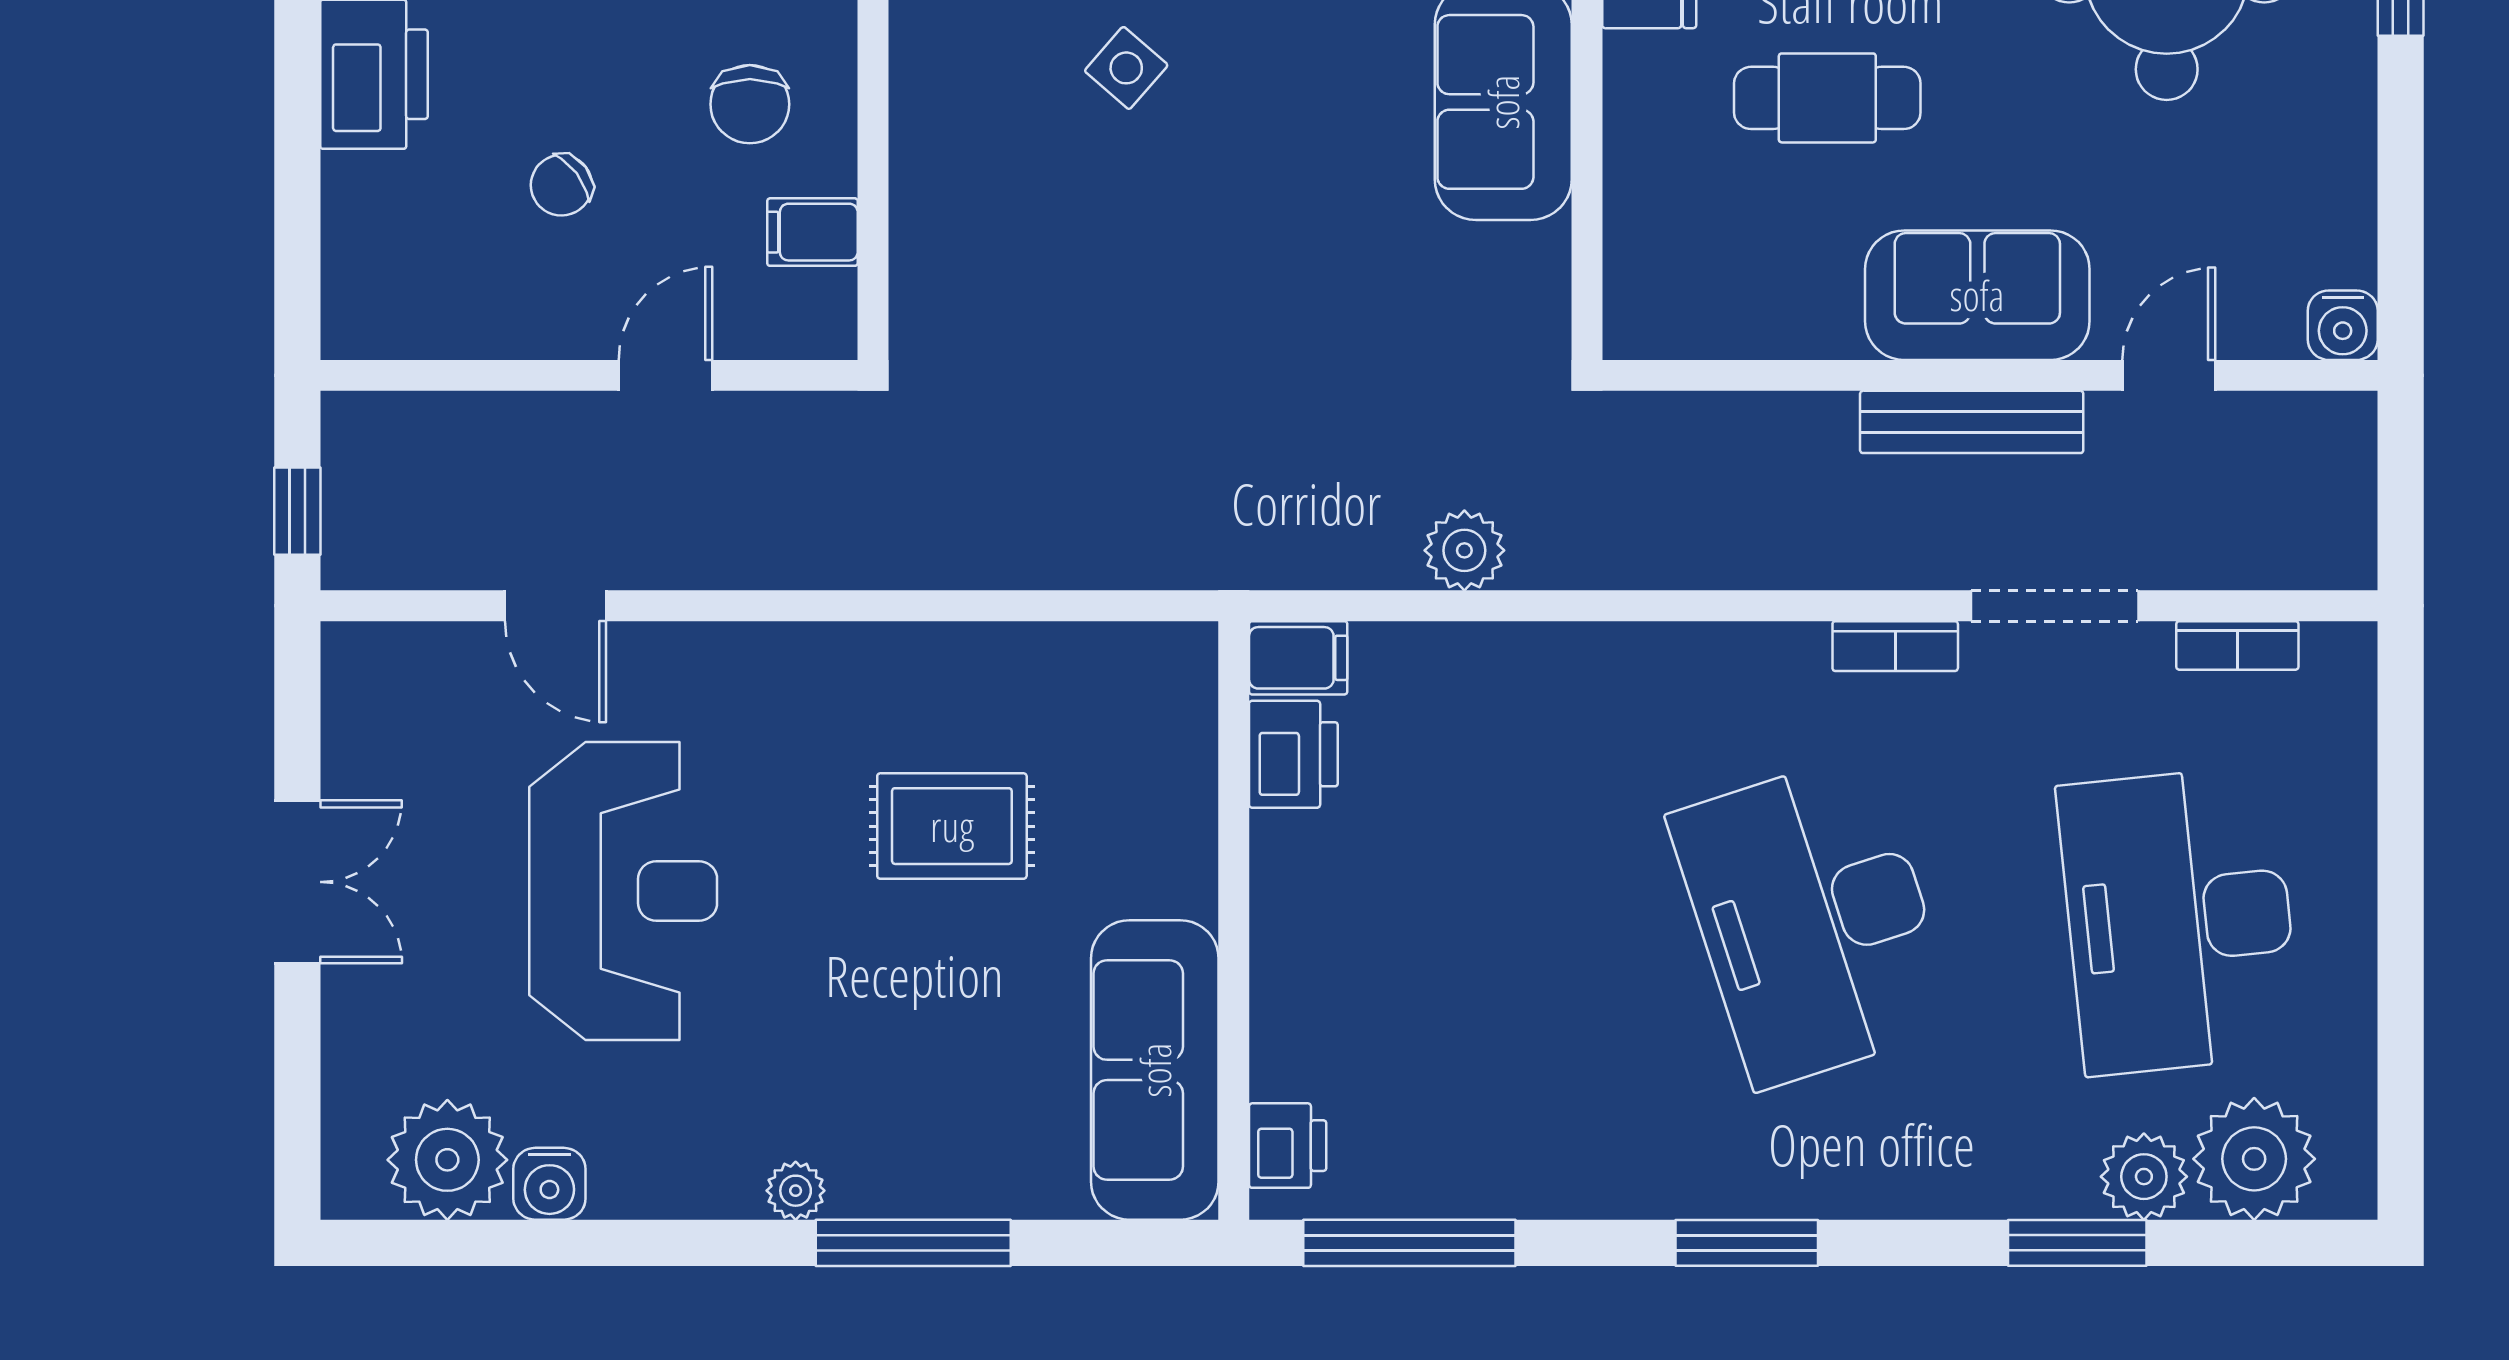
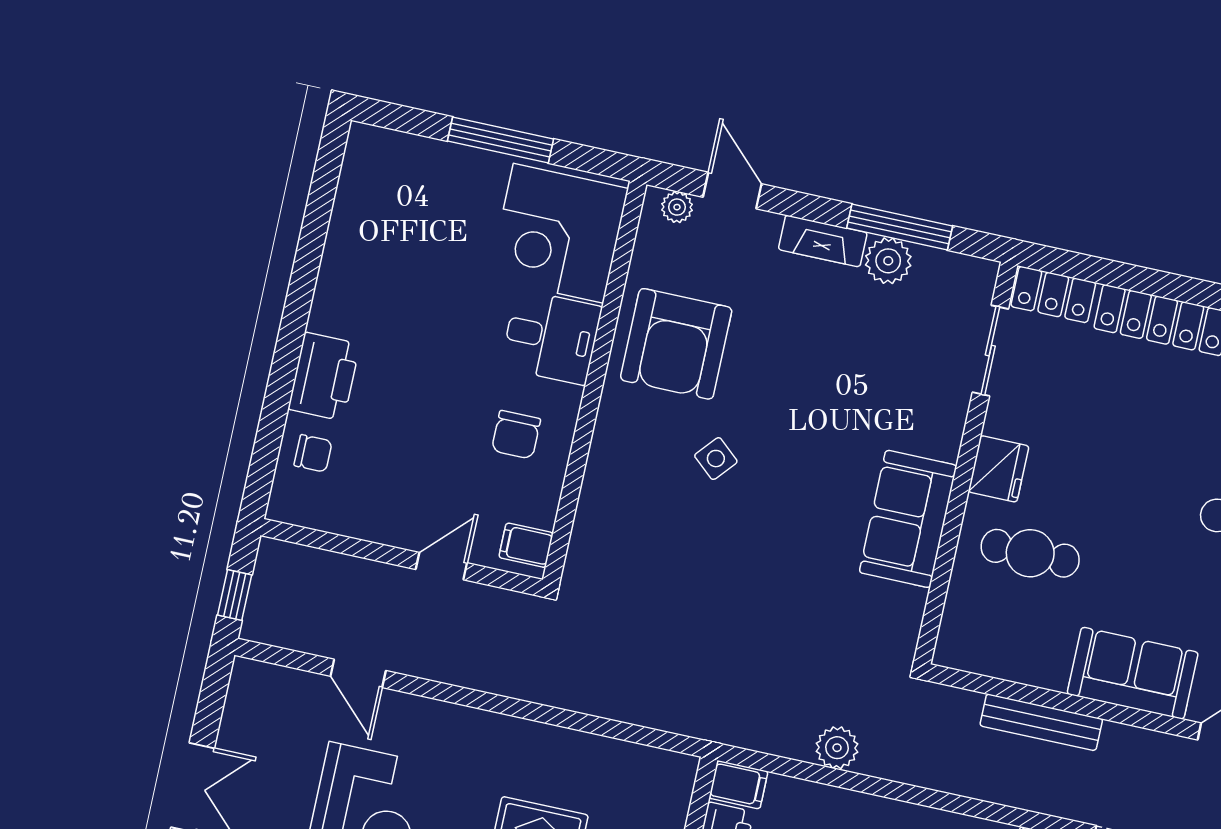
cafe table: (1827, 98) -> (1030, 553), moved
chair: (561, 185) -> (313, 453), moved, turned -143
filing cabinet: (812, 232) -> (526, 545), moved
bench: (1972, 422) -> (1041, 722), moved

